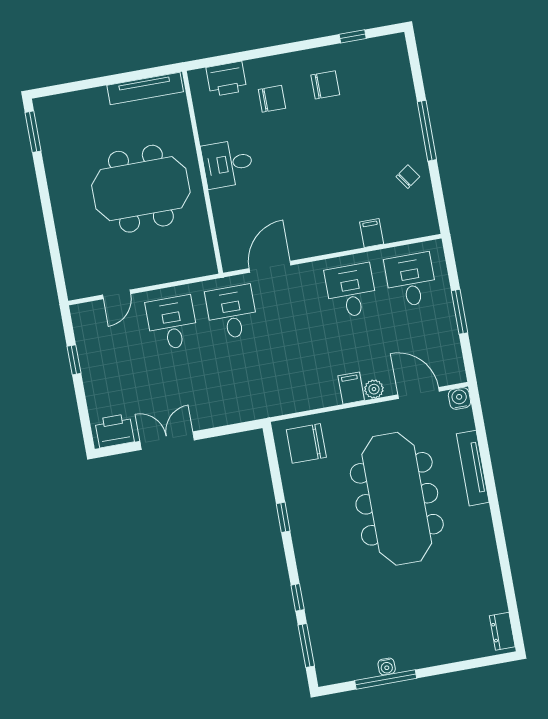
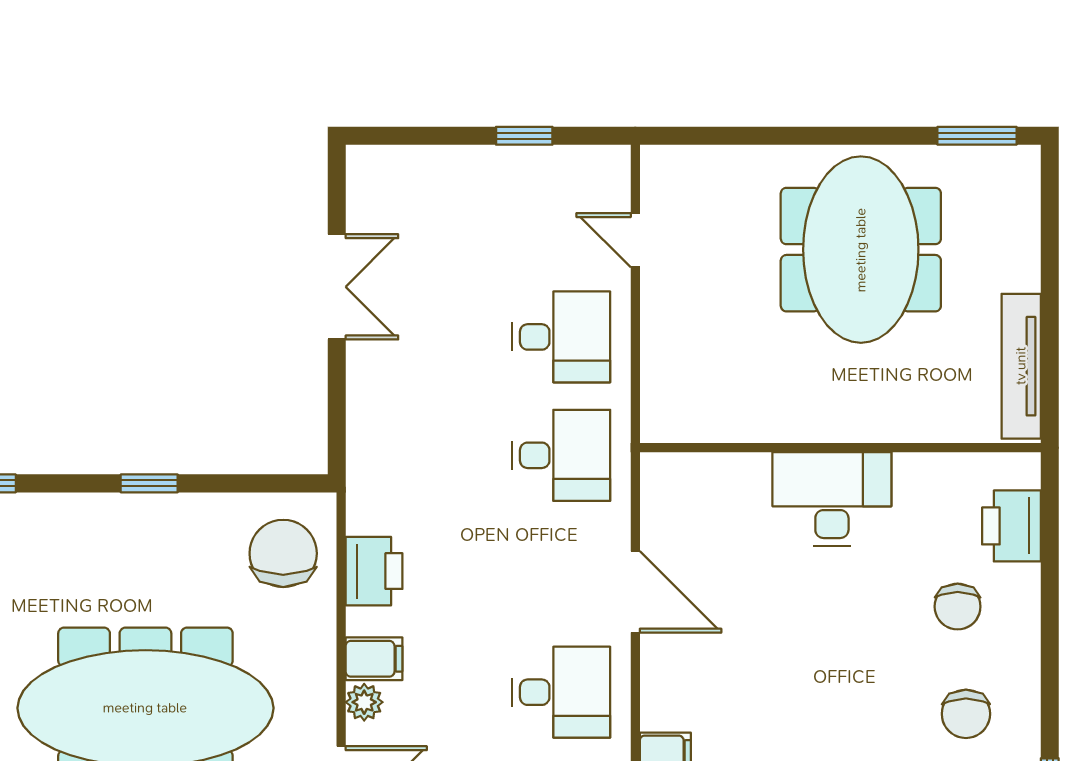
desk: (228, 164) -> (832, 499), width x1.37
meeting table: (141, 189) -> (861, 250), moved
door: (270, 267) -> (635, 592), moved
printer: (114, 431) -> (374, 571), moved

